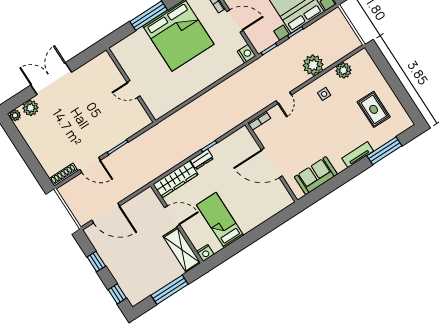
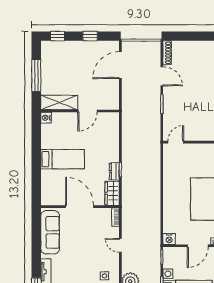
door: (133, 89) -> (176, 142), moved
dresser: (202, 159) -> (114, 171), moved
door: (272, 163) -> (80, 207), hinge flipped
door: (90, 165) -> (162, 76), swing flipped
sofa: (316, 176) -> (50, 232), width x1.36
wardrobe: (176, 179) -> (112, 193), moved, width x0.67
bed: (220, 220) -> (63, 159), moved

